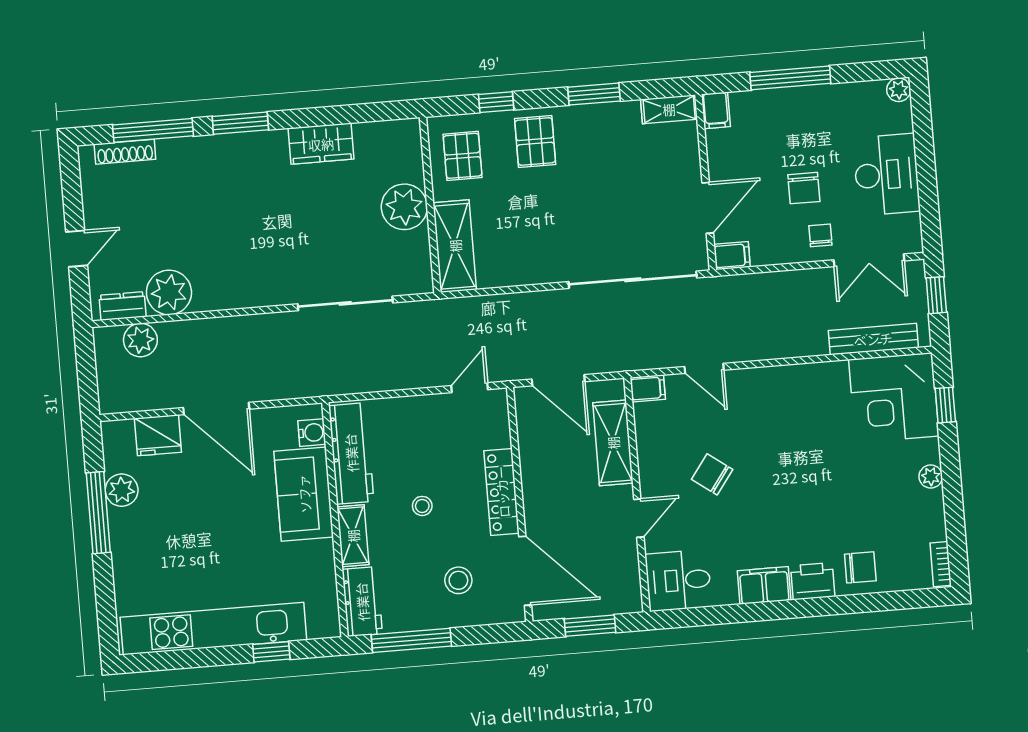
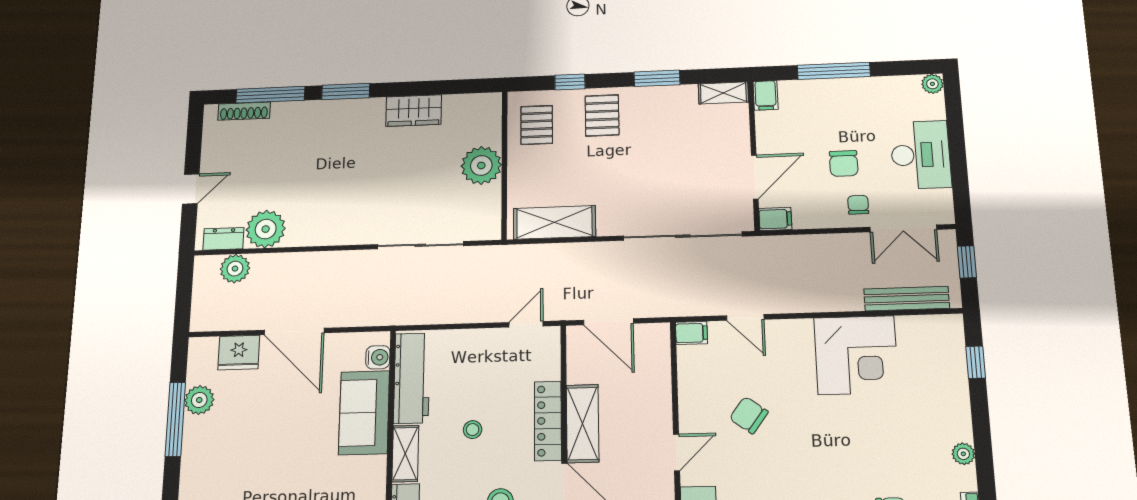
shelving: (455, 246) -> (554, 222), moved, turned 90
corner desk: (894, 398) -> (856, 355), moved, turned -90
shelving: (613, 443) -> (583, 423), moved
plant: (931, 477) -> (963, 454), moved

